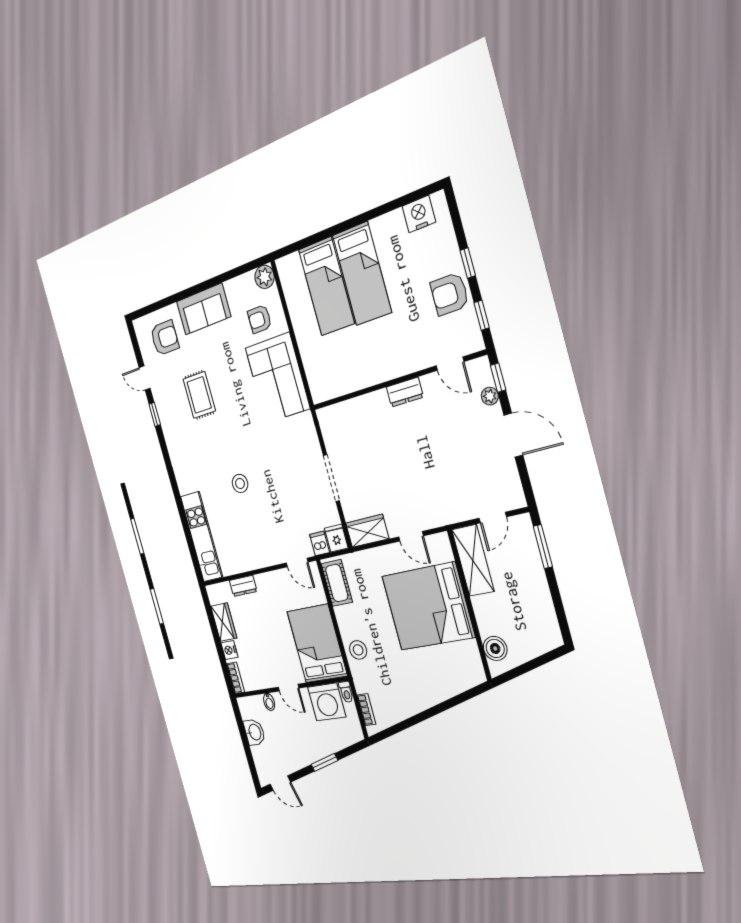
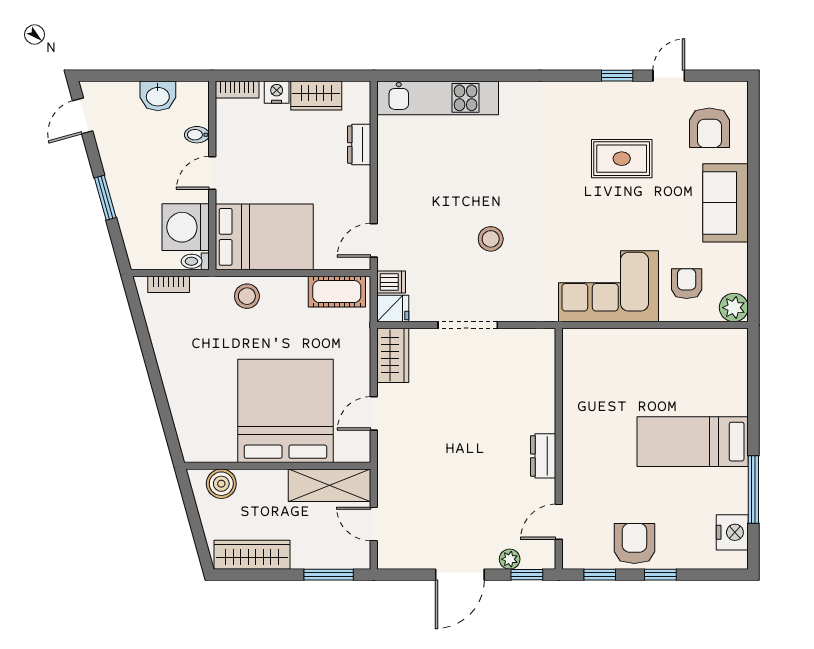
window: (383, 210) -> (753, 489), added
bed: (326, 287) -> (694, 390), removed
stool: (240, 483) -> (491, 239), moved
wardrobe: (544, 614) -> (252, 555), added

